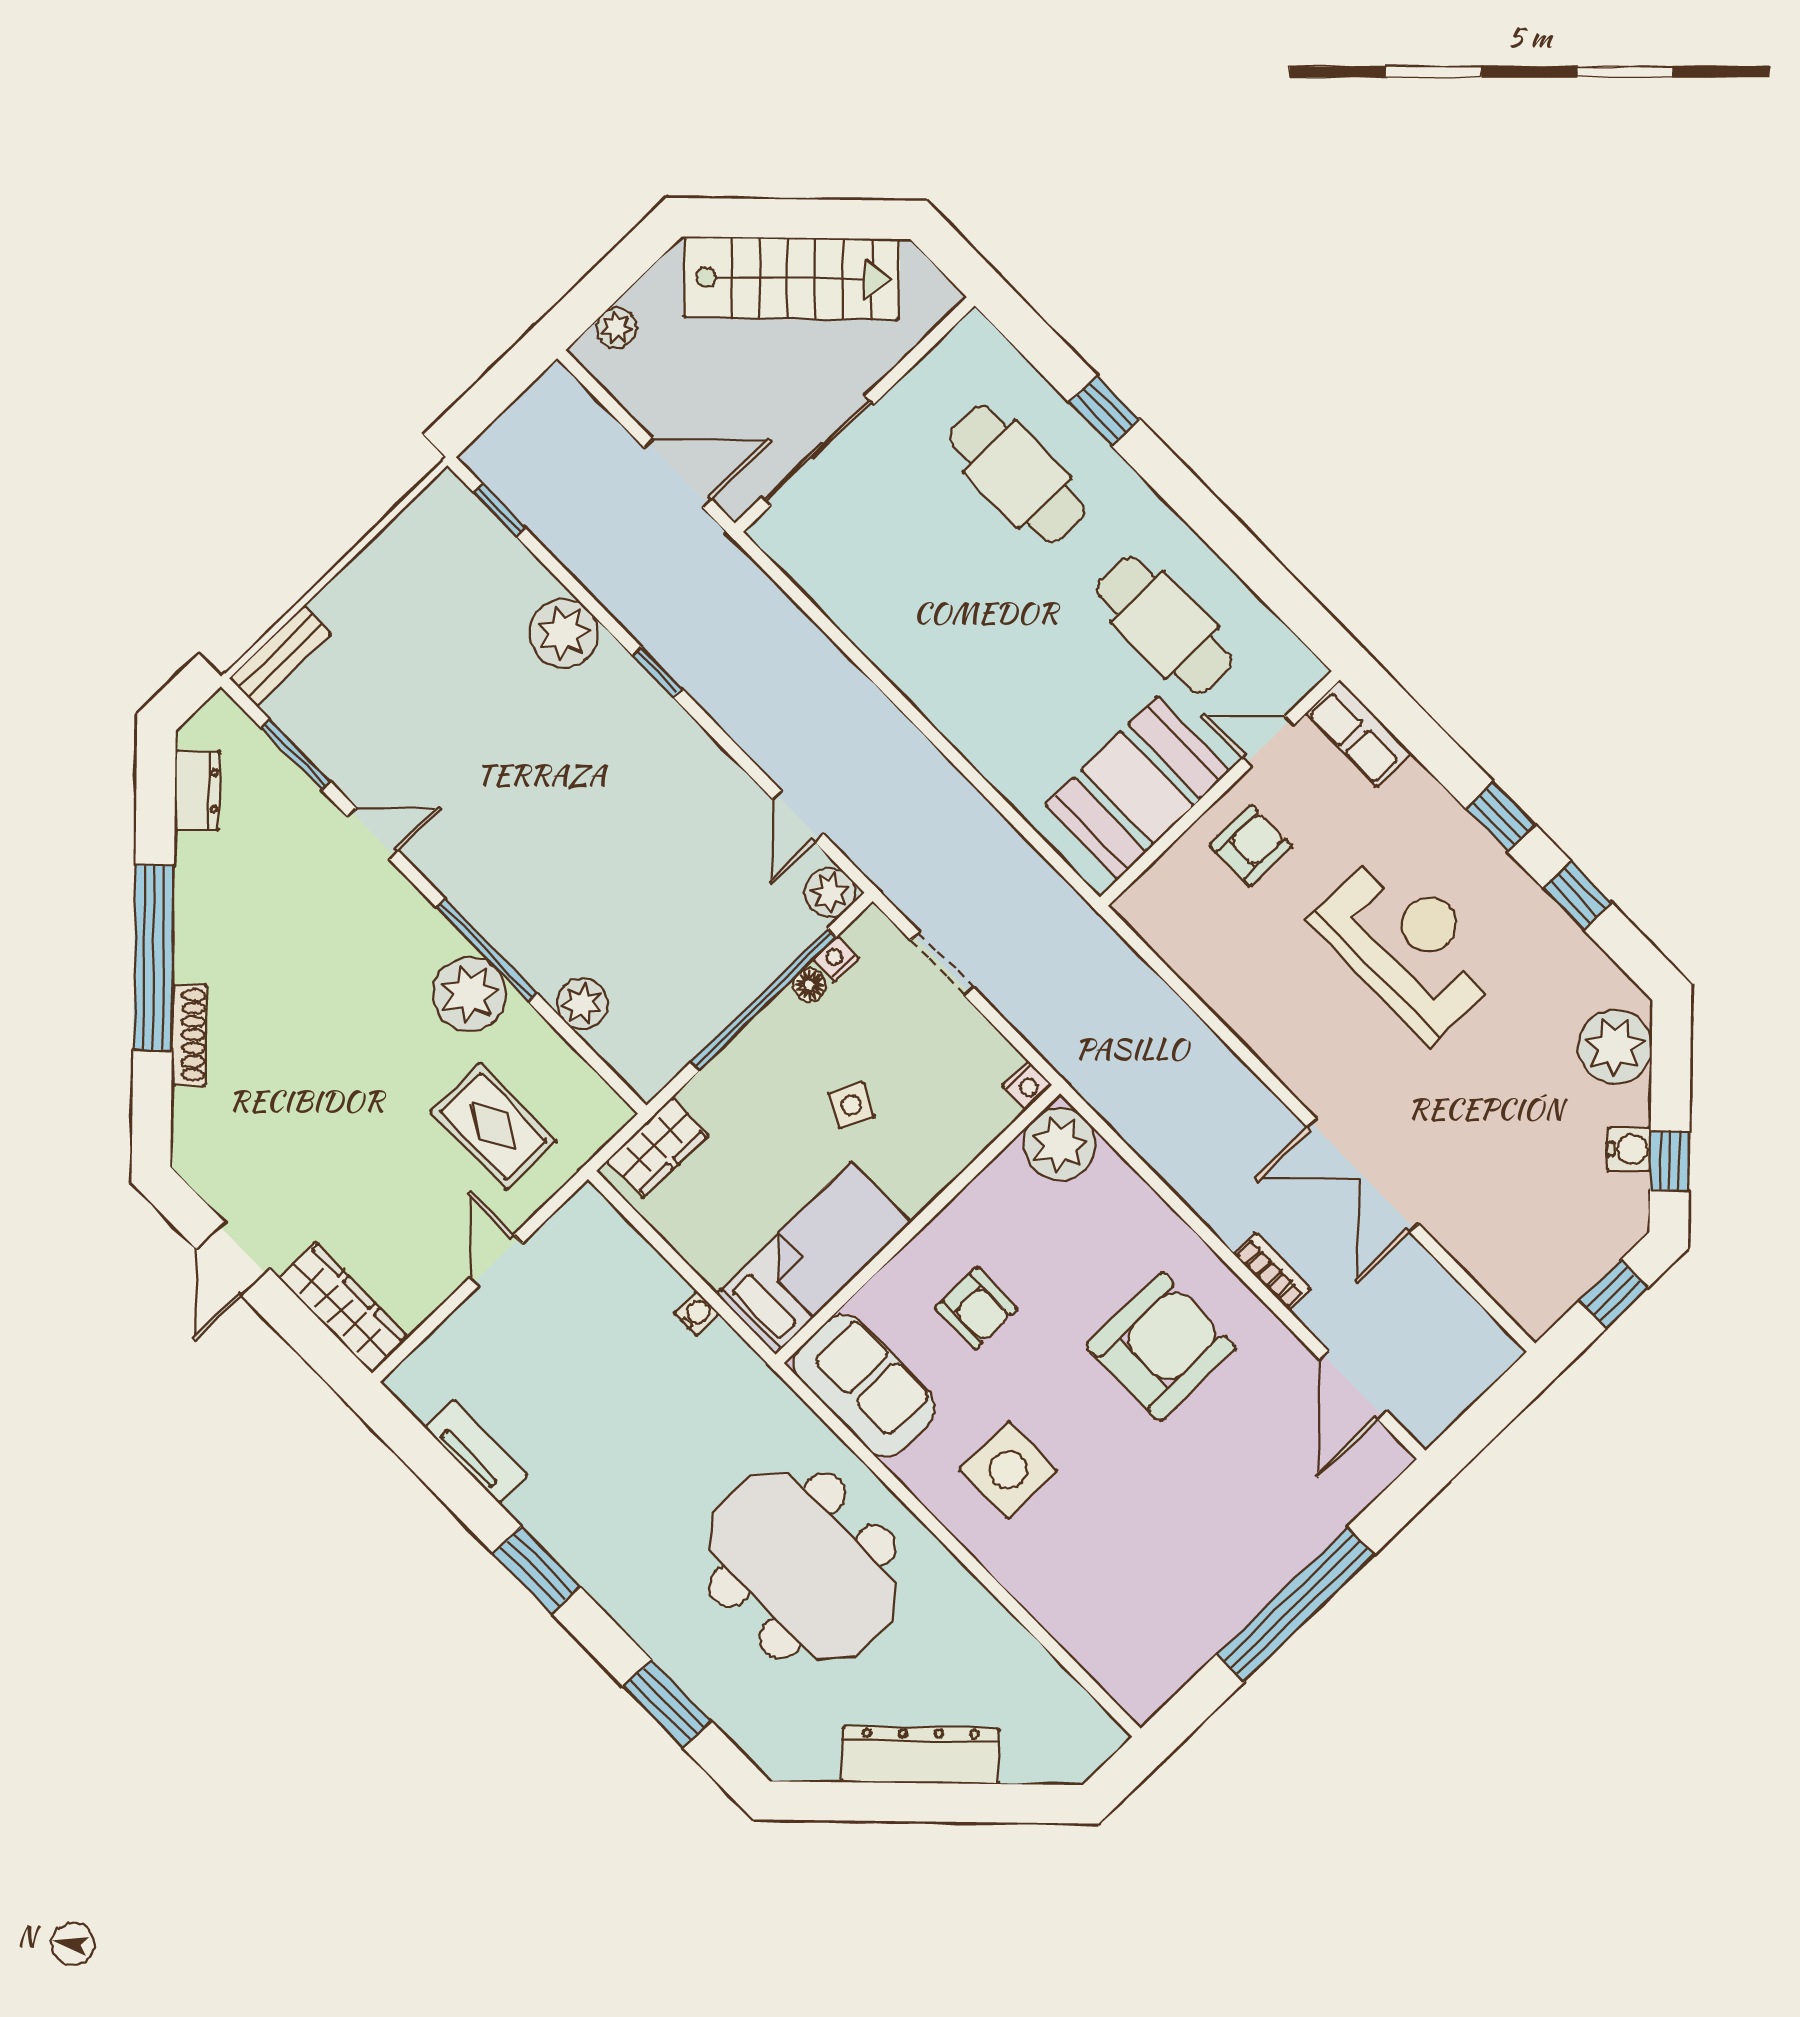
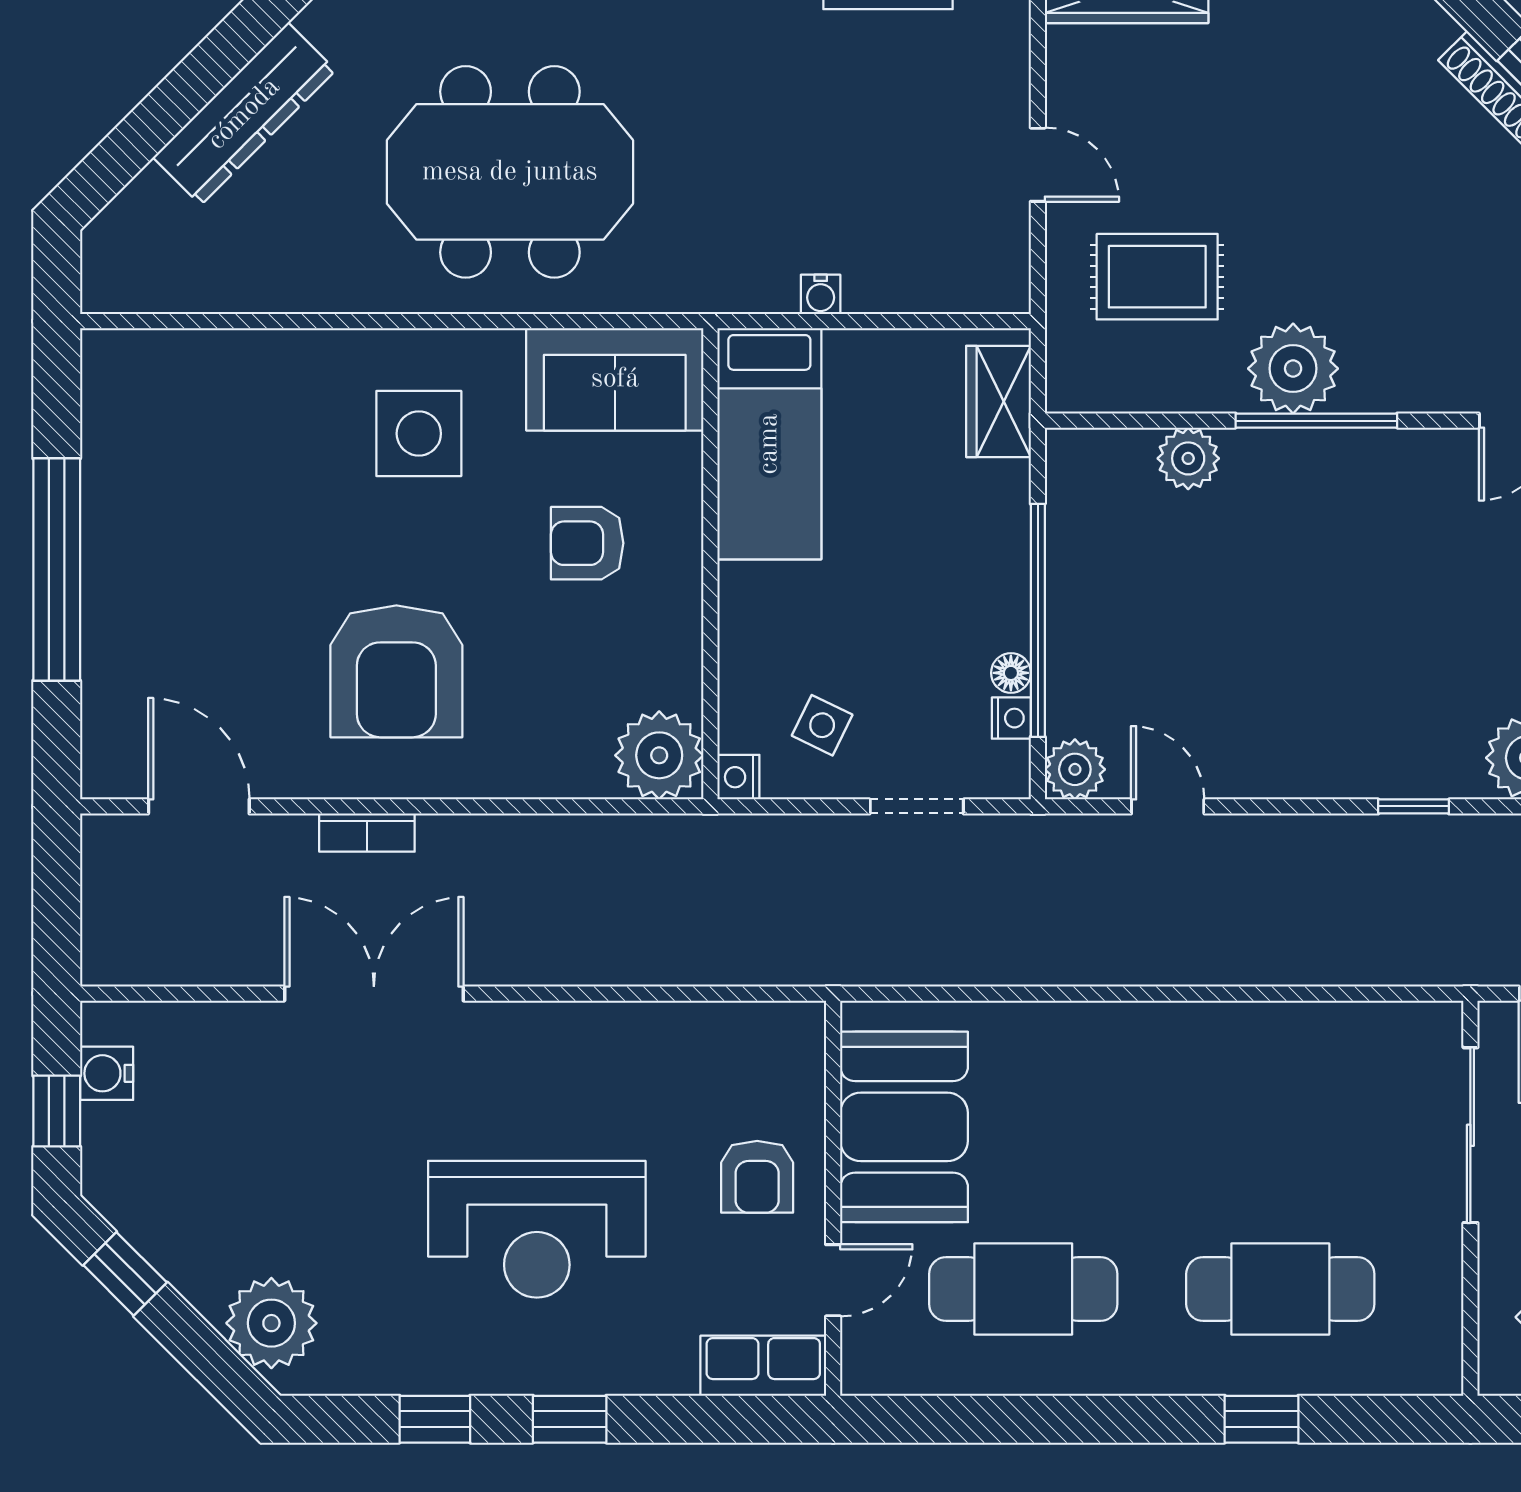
side table: (851, 1105) -> (822, 725), moved
water cooler: (1629, 1149) -> (107, 1073), moved, turned 45

